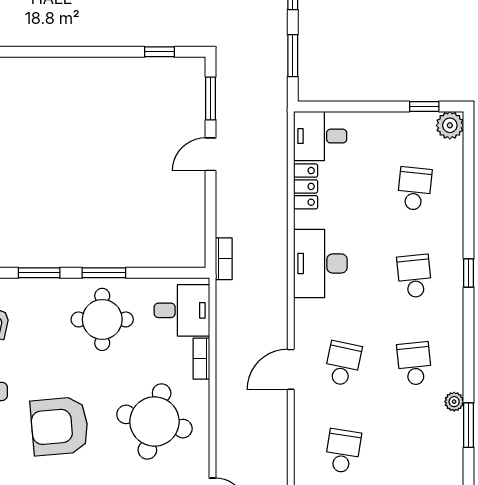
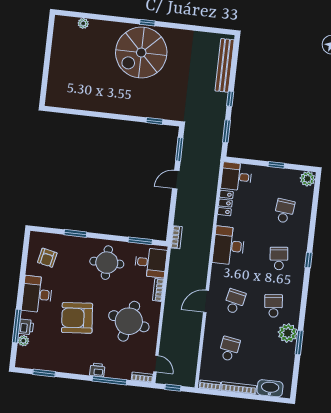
window: (424, 107) -> (276, 165), moved
window: (104, 273) -> (140, 241), moved
plant: (454, 402) -> (288, 333), width x1.88, depth x1.88

